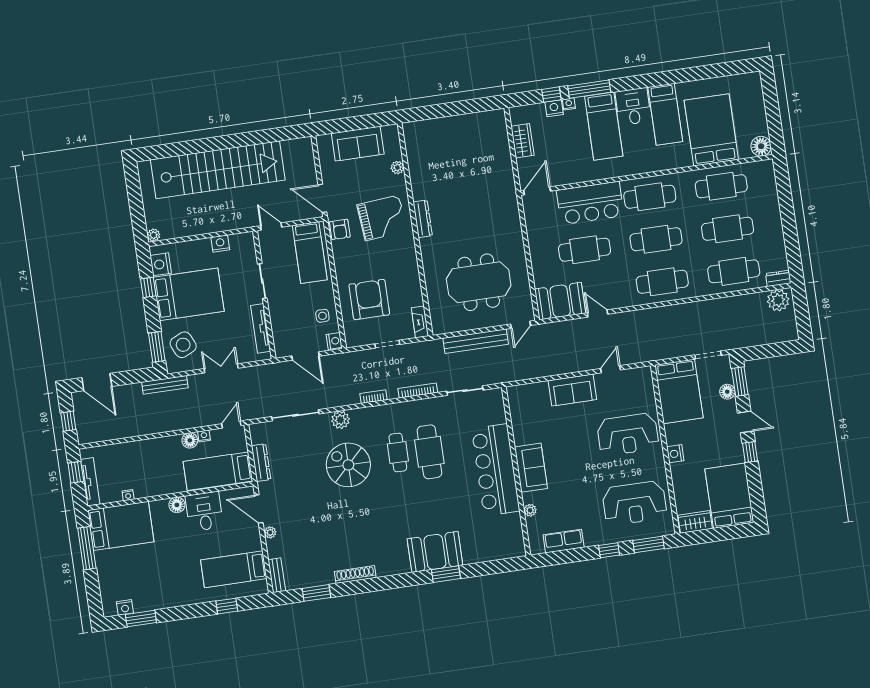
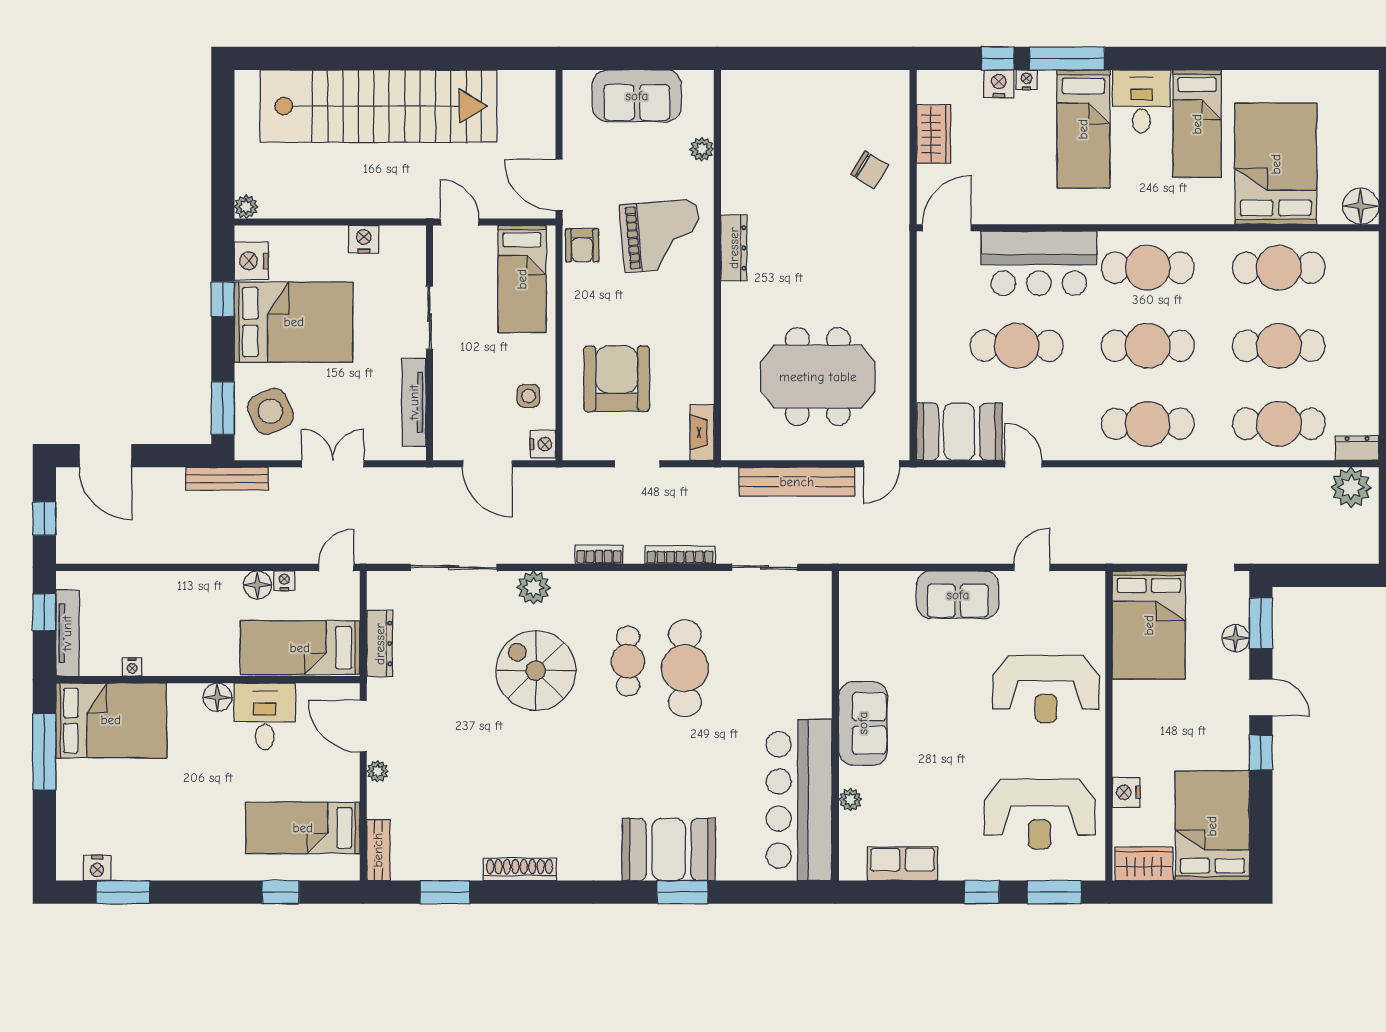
chair: (490, 165) -> (870, 170), added
nightstand: (675, 454) -> (1126, 792), moved
bar counter: (496, 470) -> (799, 800), moved

